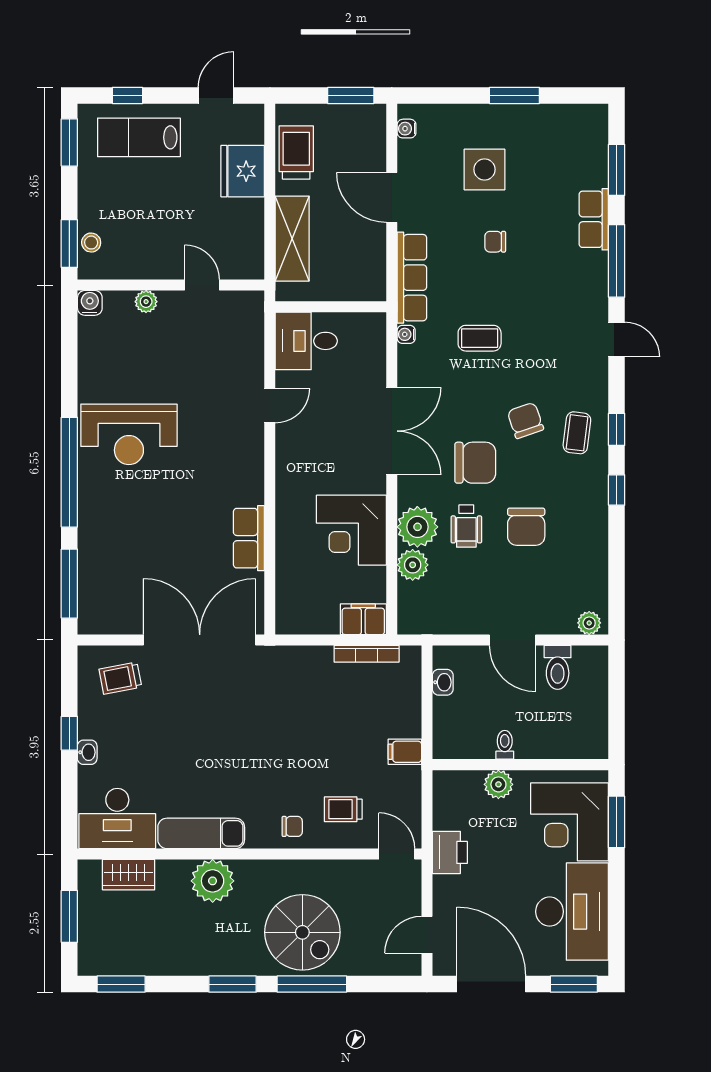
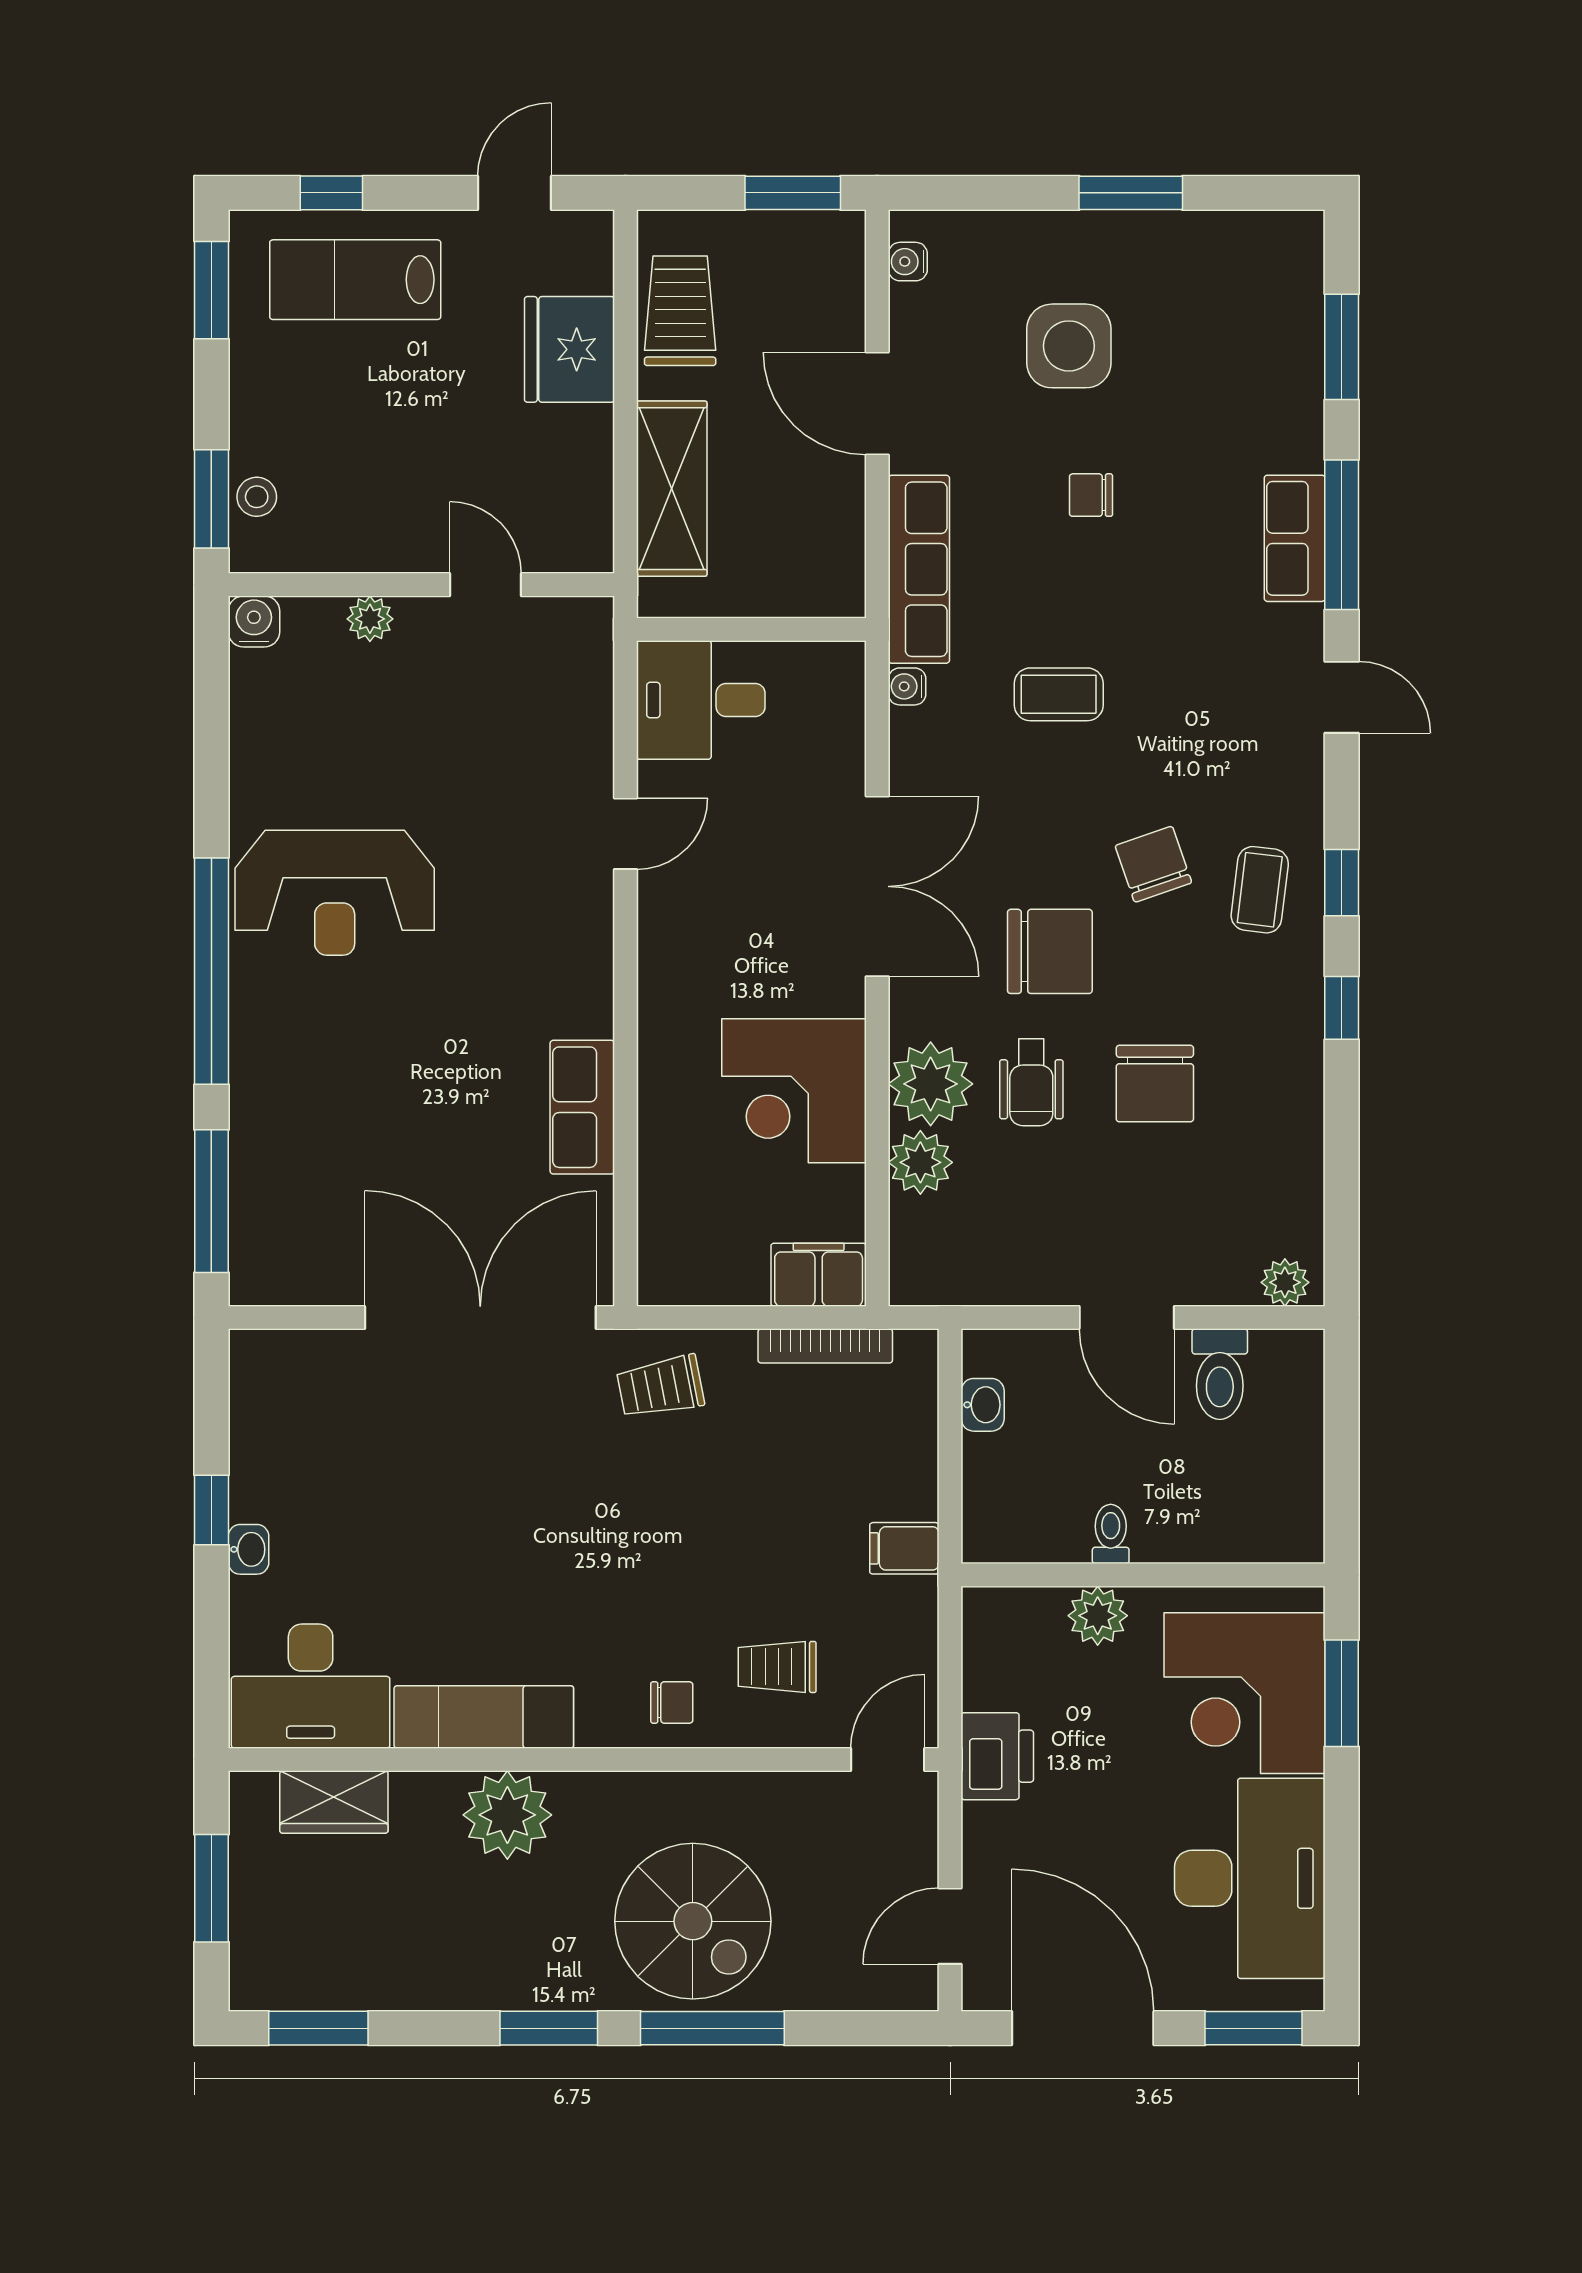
row of seats: (594, 219) -> (1295, 538), moved
trolley: (120, 678) -> (660, 1387), moved
door: (397, 854) -> (888, 1760), hinge flipped

